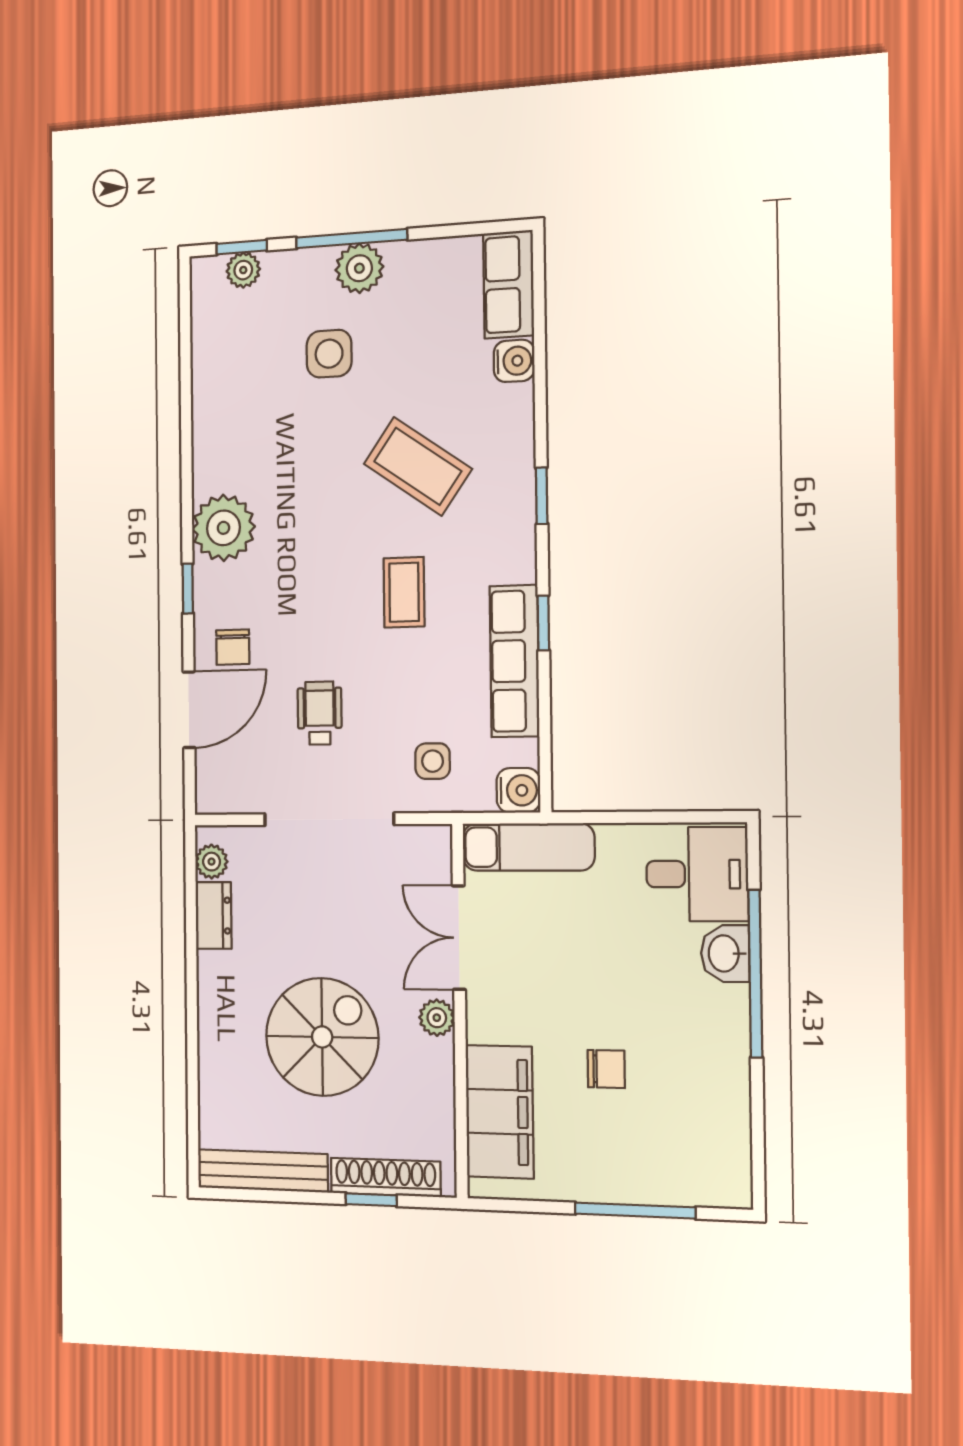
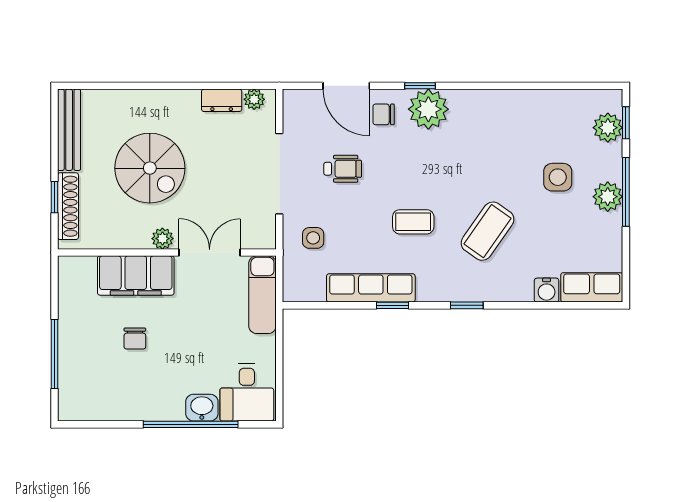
plant: (243, 270) -> (608, 128), width x1.38, depth x1.38
plant: (223, 528) -> (428, 109), moved
water cooler: (518, 790) -> (295, 289), removed
filing cabinet: (499, 1112) -> (136, 275), moved

